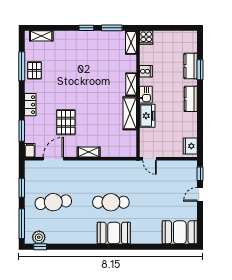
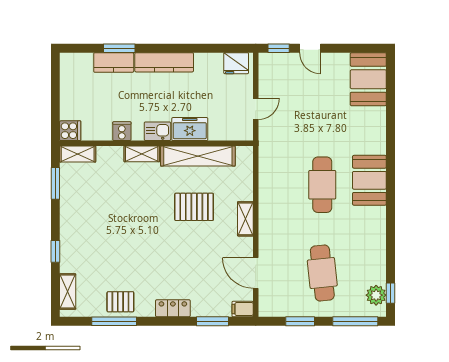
window: (86, 28) -> (55, 251), moved
kitchen counter: (191, 99) -> (164, 62), width x1.50
shelving: (130, 113) -> (198, 156), width x1.47
pallet: (66, 122) -> (194, 207), moved
door: (150, 159) -> (256, 109), moved

